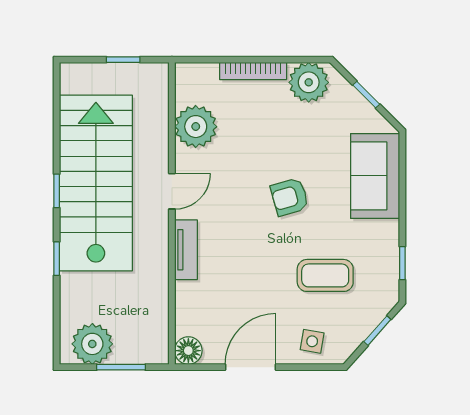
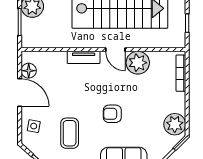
bookcase: (253, 71) -> (181, 73), moved
plant: (196, 127) -> (138, 63), moved
armchair: (289, 197) -> (112, 114), turned -74
floor lamp: (188, 351) -> (29, 71), moved

